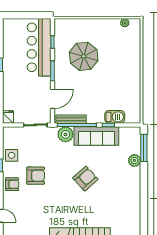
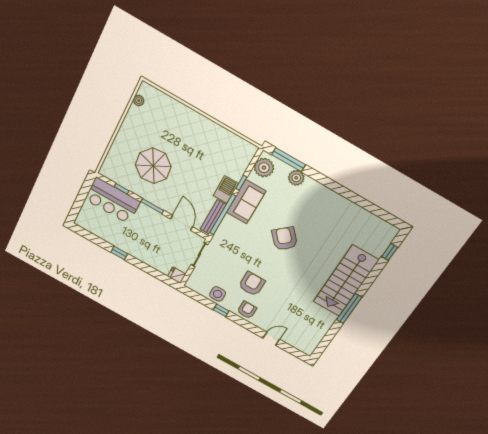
bar counter: (39, 47) -> (113, 201), width x0.73
barbecue: (115, 117) -> (226, 190), moved
plant: (65, 134) -> (264, 168), moved
sofa: (96, 136) -> (246, 202), width x0.73

